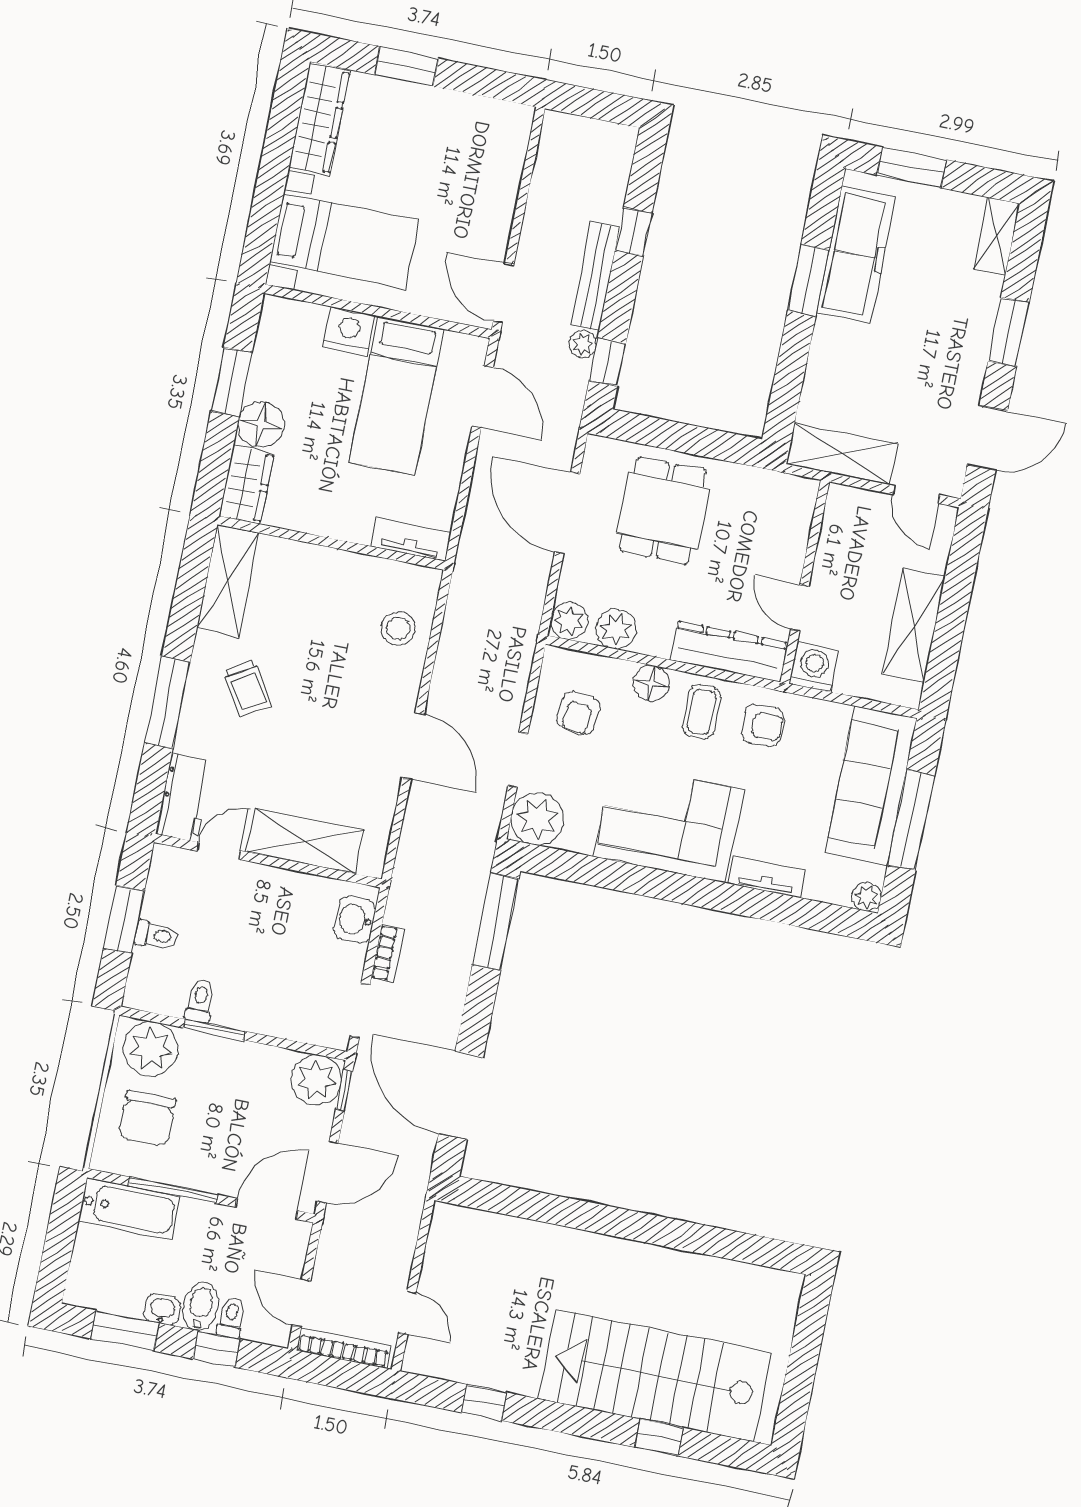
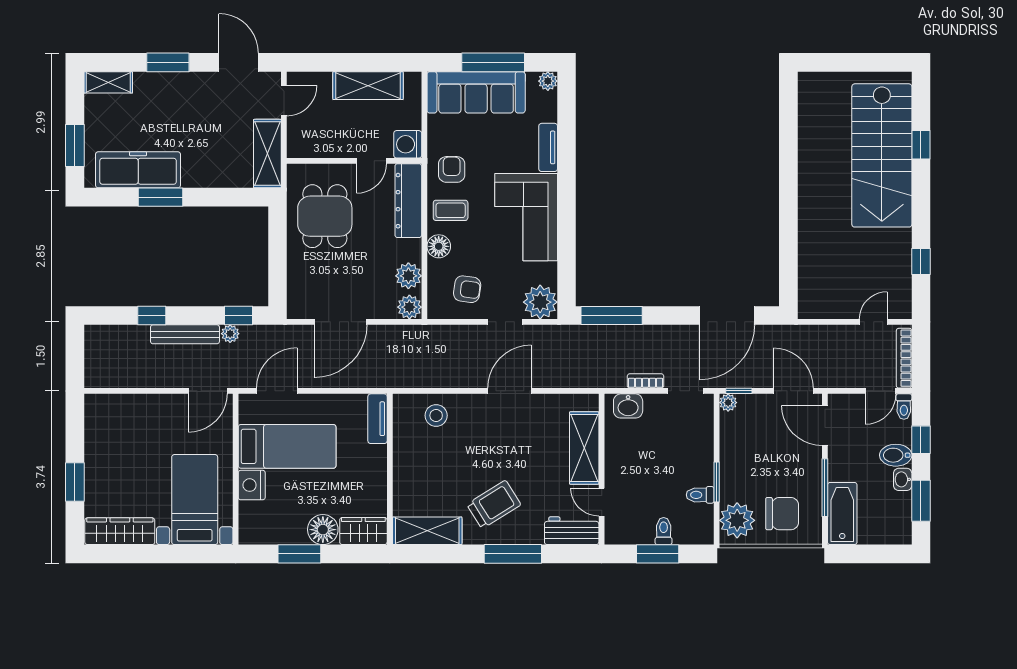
dining table: (663, 511) -> (325, 216), moved, turned 90
trolley: (247, 688) -> (494, 504), width x1.36, depth x1.39
plant: (316, 1080) -> (728, 403), width x0.53, depth x0.53
toilet: (231, 1317) -> (904, 407), moved, turned -90

